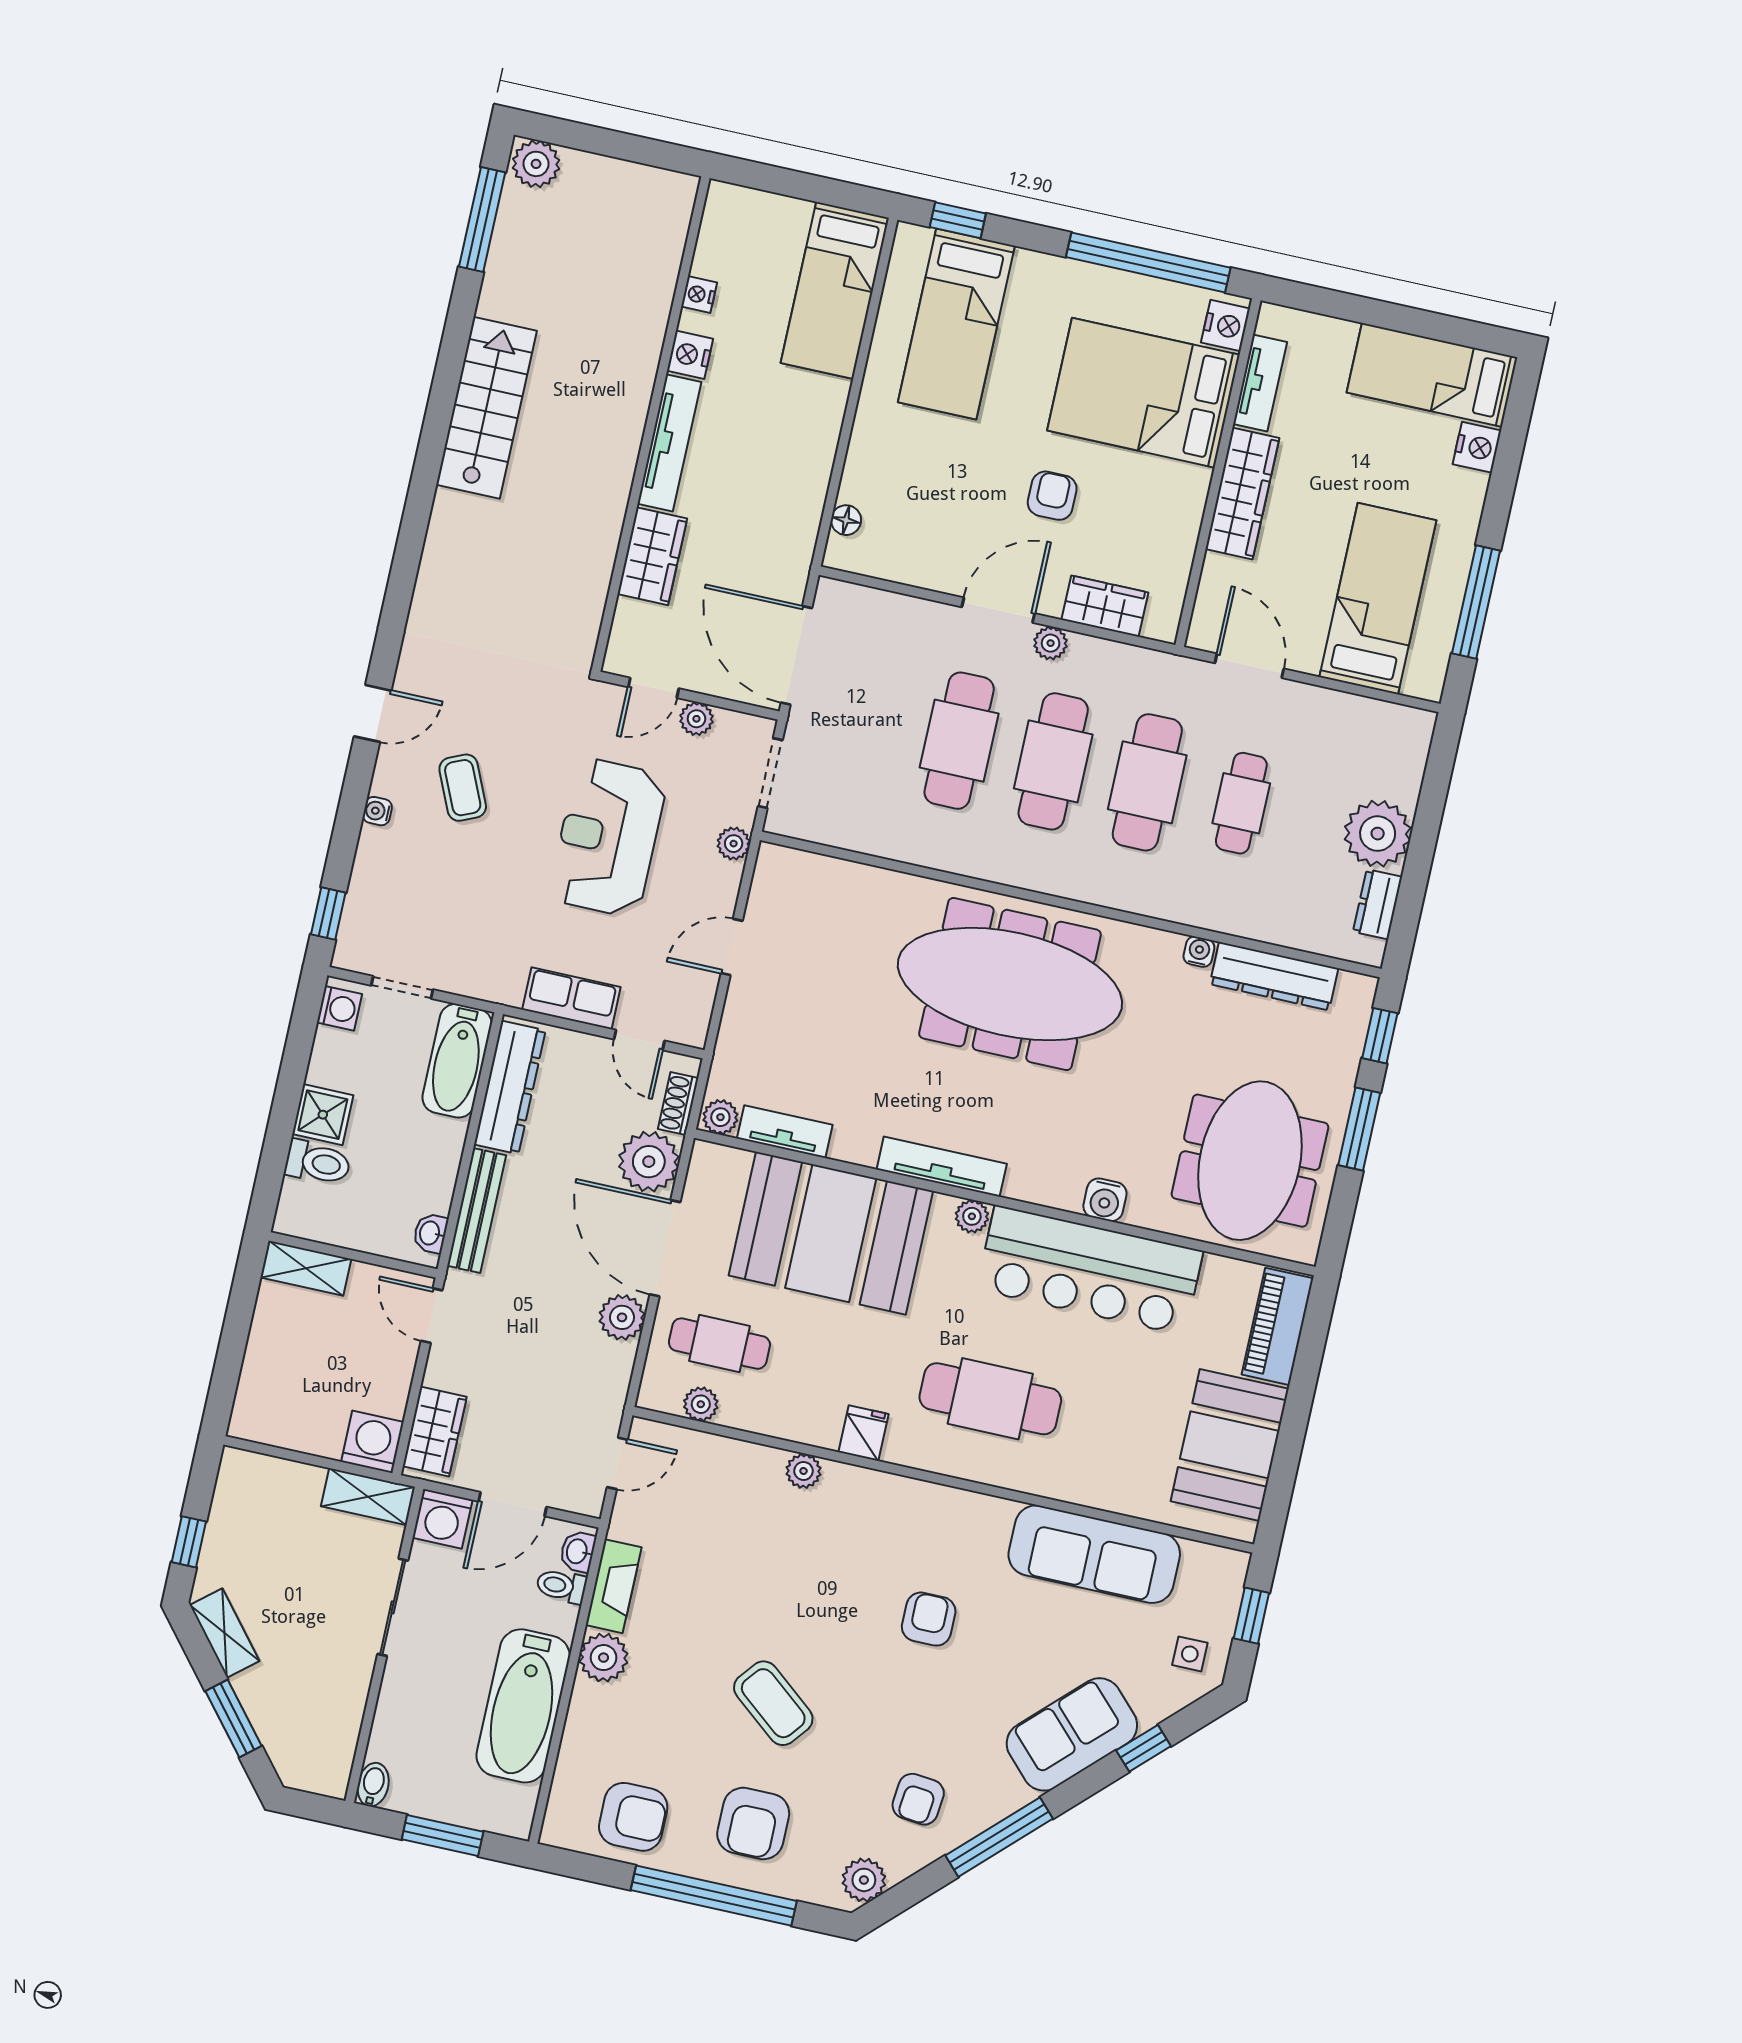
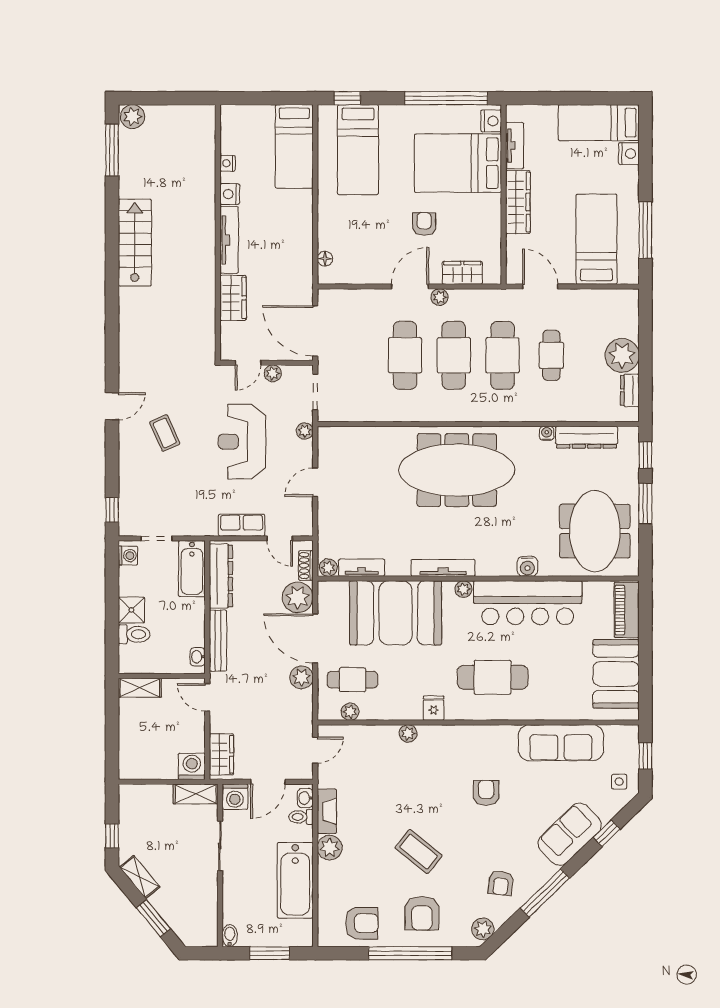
water cooler: (377, 811) -> (125, 454), removed

